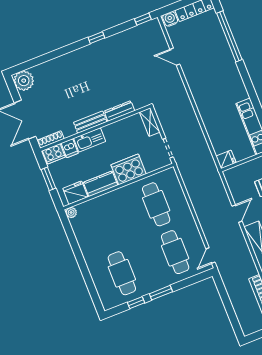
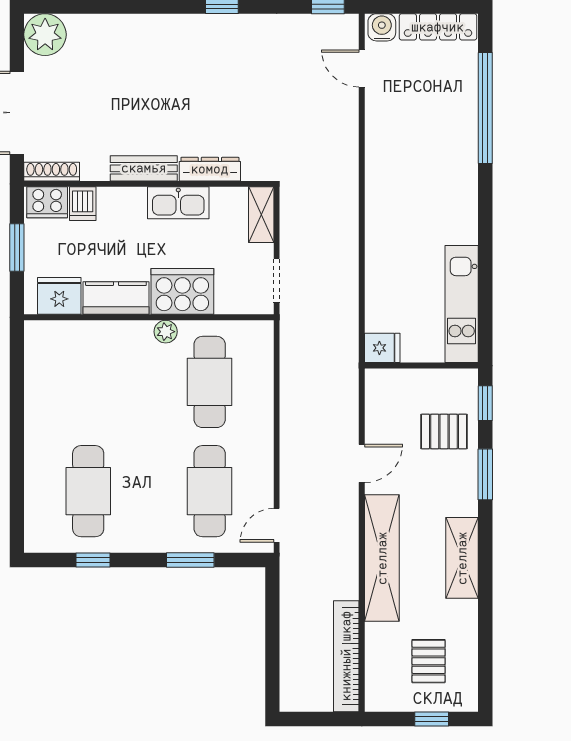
door: (175, 57) -> (362, 68), moved
kitchen sink: (90, 140) -> (178, 203), moved
plant: (71, 212) -> (166, 332), moved
window: (161, 293) -> (190, 560), moved

